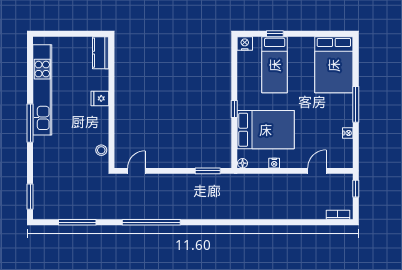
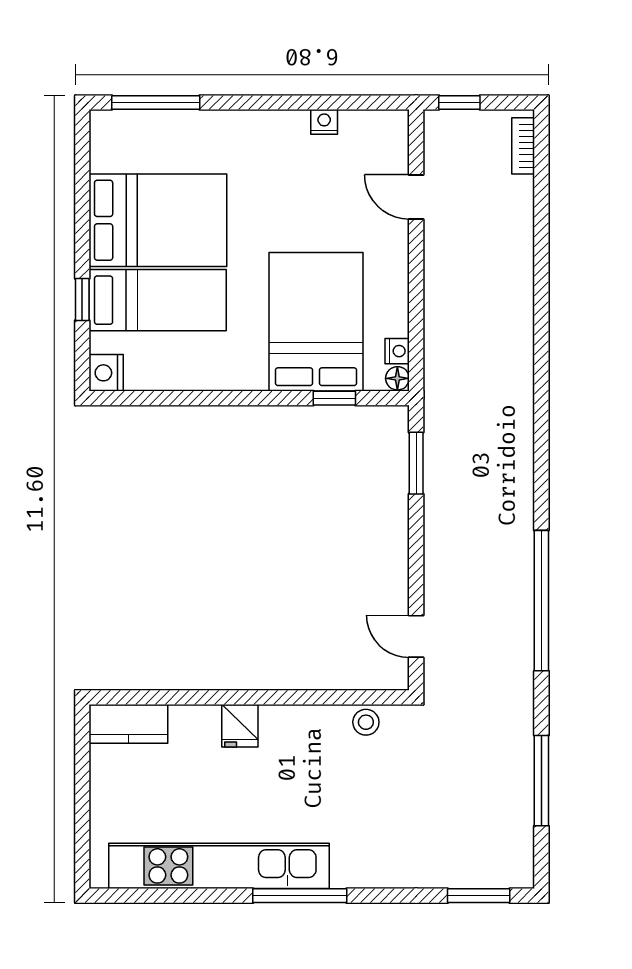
bed: (334, 65) -> (158, 220), moved
window: (356, 104) -> (156, 102), moved
window: (234, 109) -> (334, 398), moved
nightstand: (274, 163) -> (397, 351), moved

